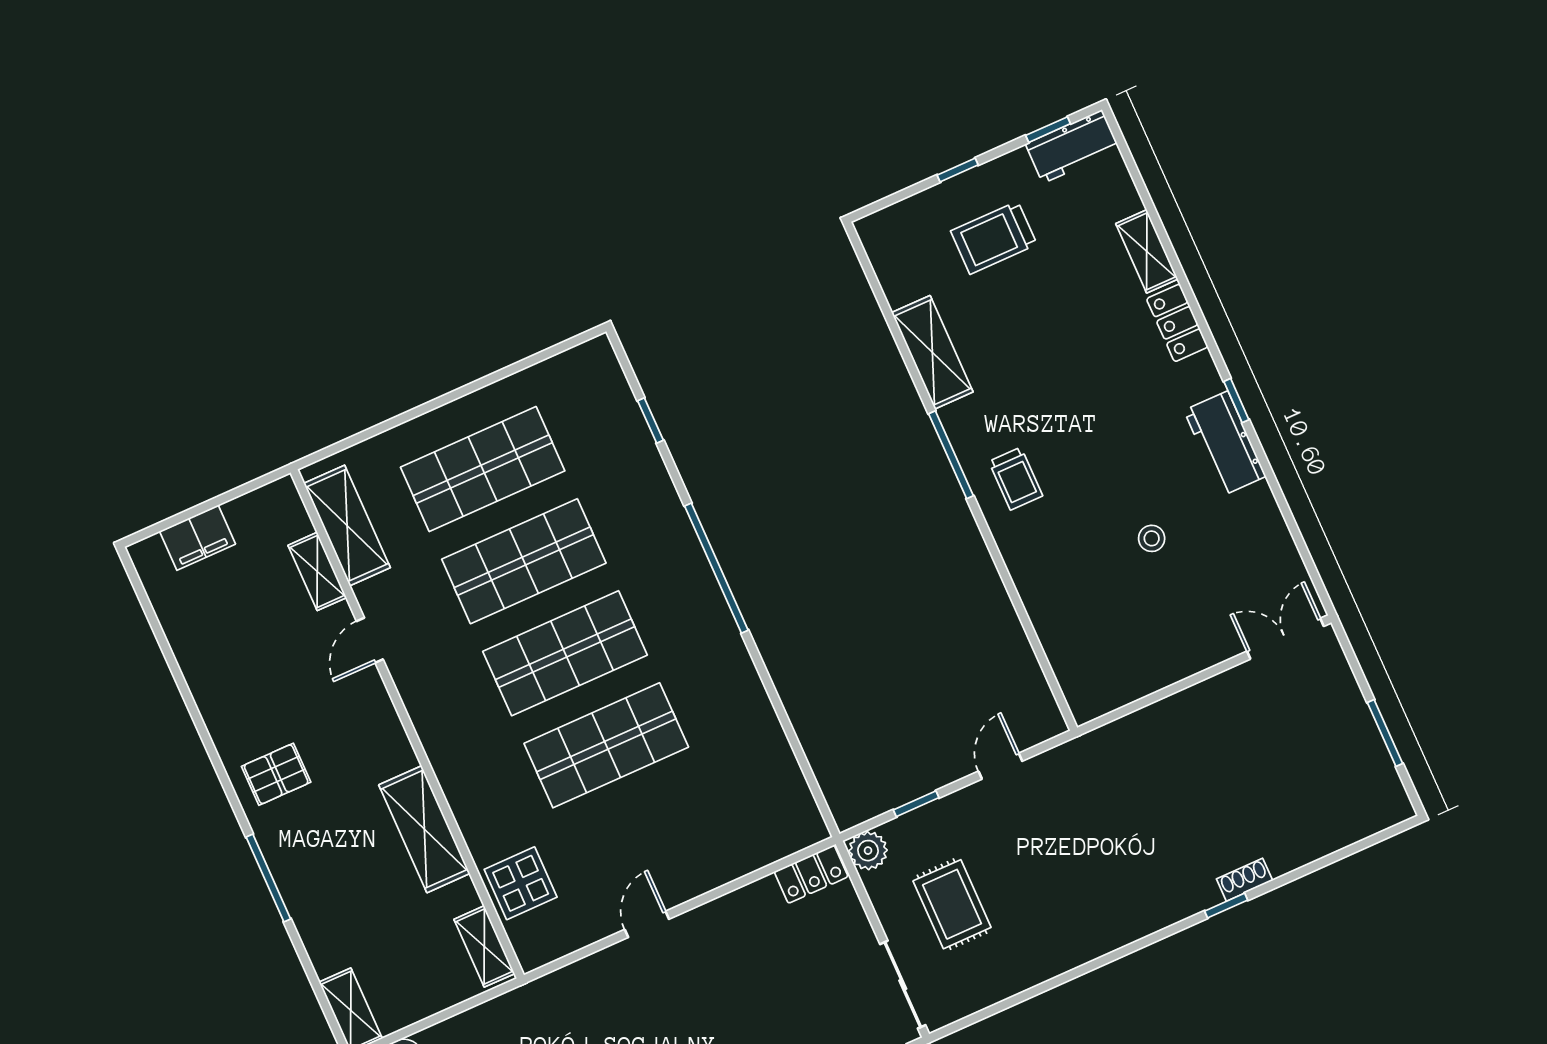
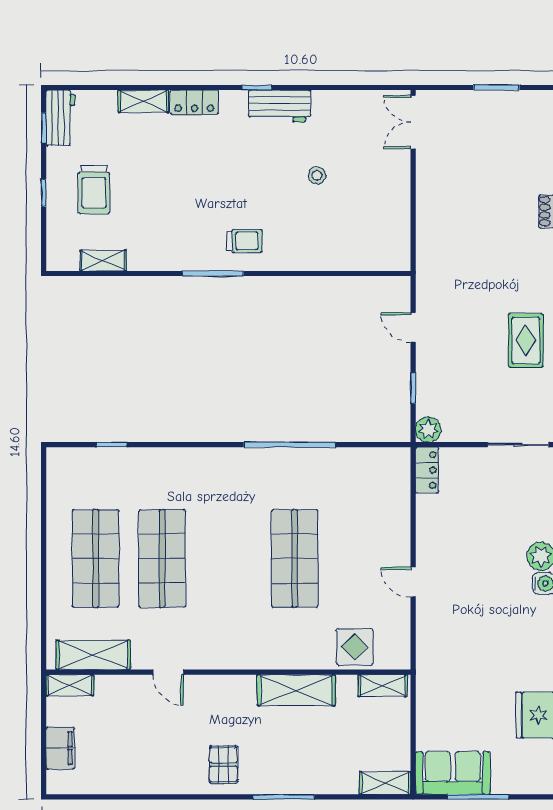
shelving: (932, 352) -> (103, 261), moved, width x0.67, depth x0.75
window: (716, 568) -> (290, 445), moved
shelving: (317, 571) -> (70, 685), moved
shop shelf: (565, 653) -> (228, 558), removed
rug: (952, 904) -> (526, 340), moved, turned 90

